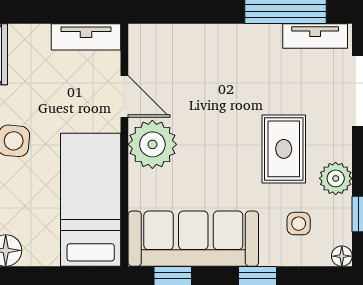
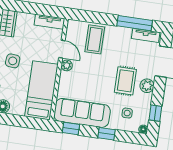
coffee table: (198, 63) -> (95, 39), added
plant: (152, 144) -> (67, 65), width x0.53, depth x0.53
plant: (336, 178) -> (147, 86), moved

